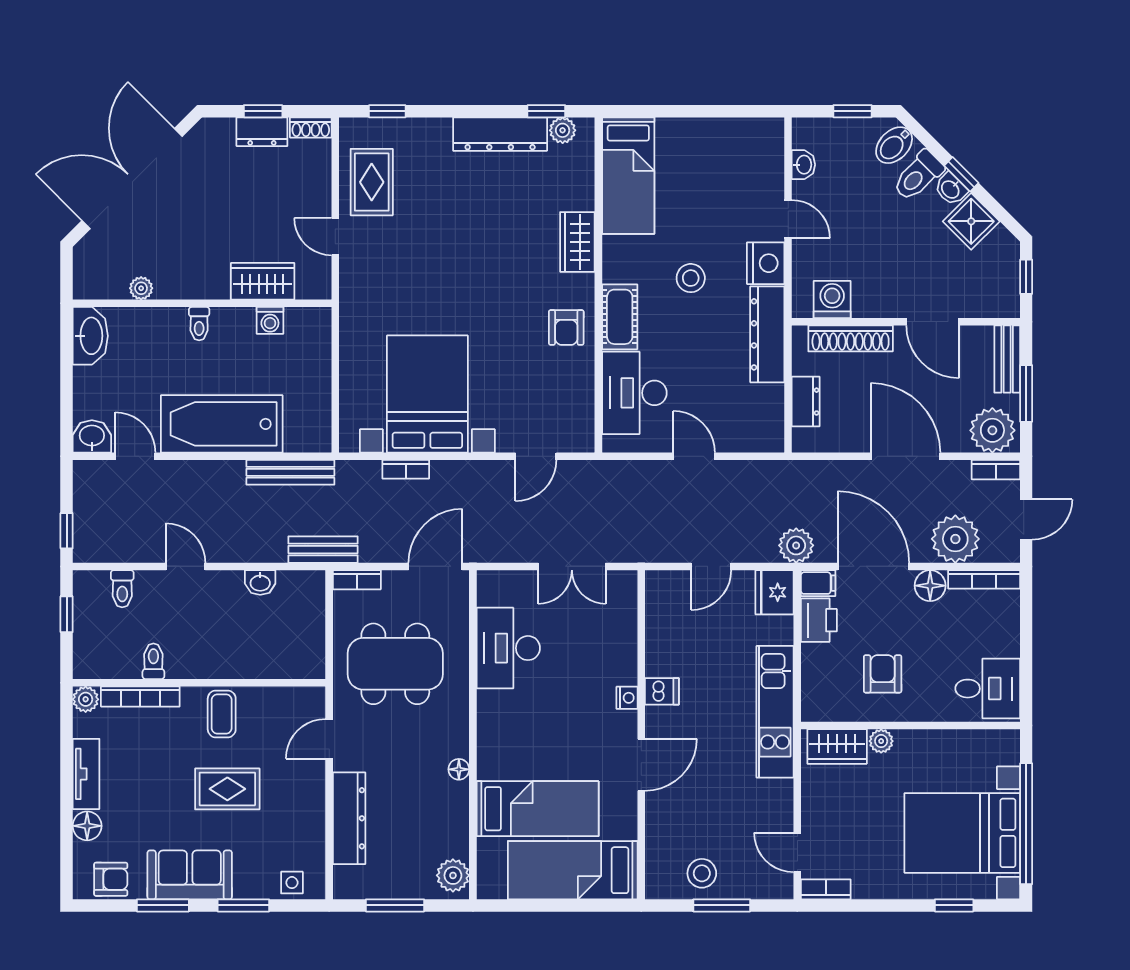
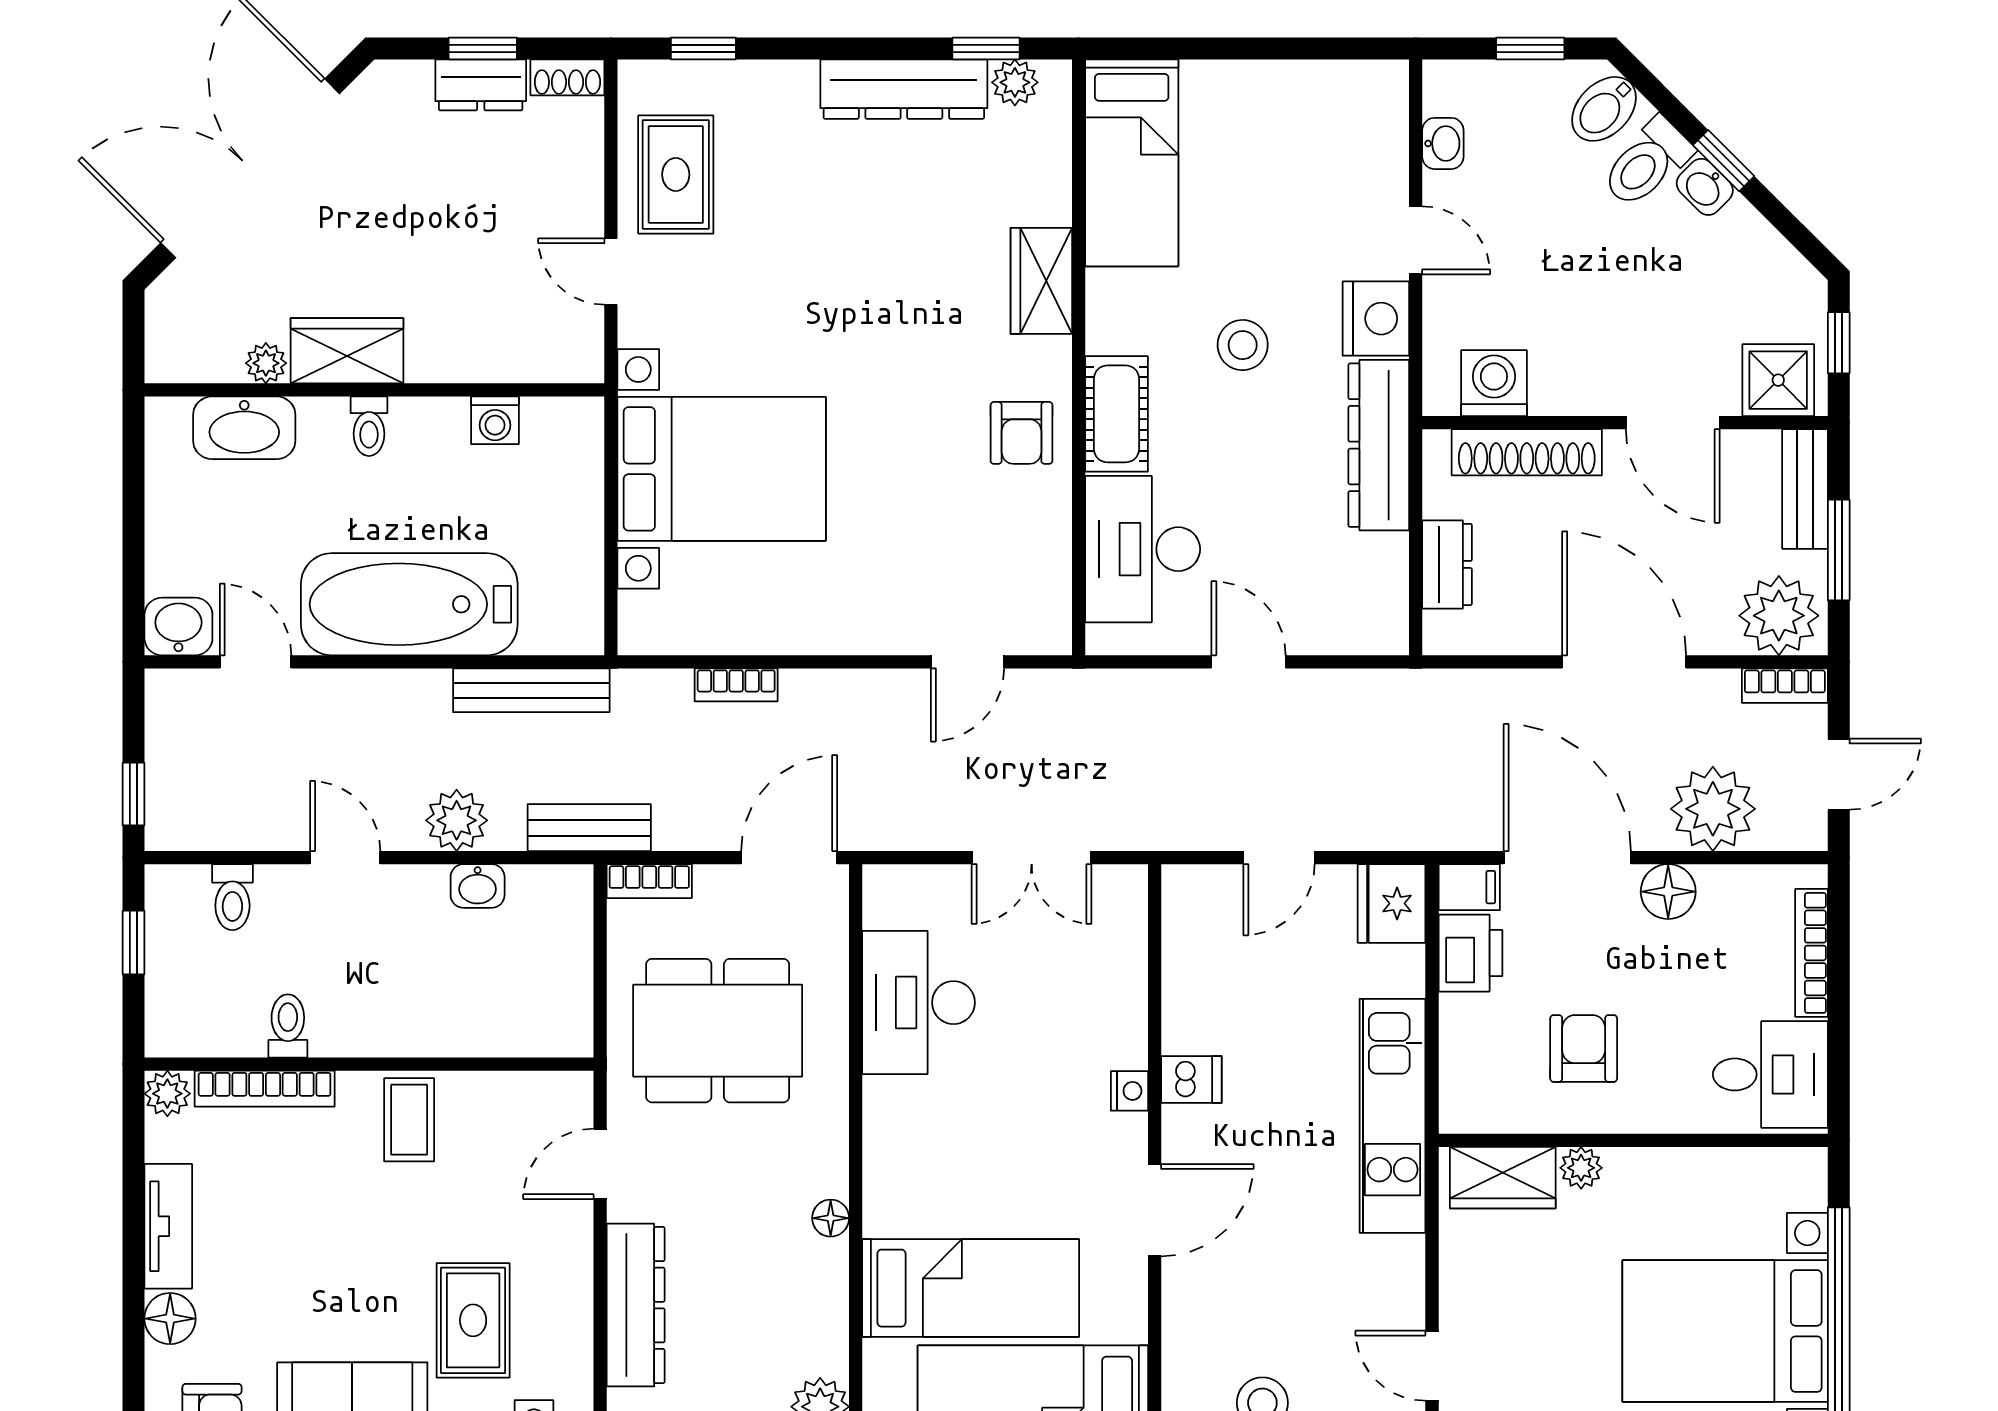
shower: (971, 221) -> (1778, 380), moved, turned 45
wardrobe: (263, 281) -> (347, 351), moved
washbasin: (90, 336) -> (244, 428), moved, turned 90
bed with nightstands: (427, 394) -> (722, 469), moved, turned 90
plant: (796, 545) -> (457, 820), moved
bookcase: (984, 579) -> (1811, 953), moved, turned 90
rug: (227, 789) -> (473, 1320), moved, turned 90

